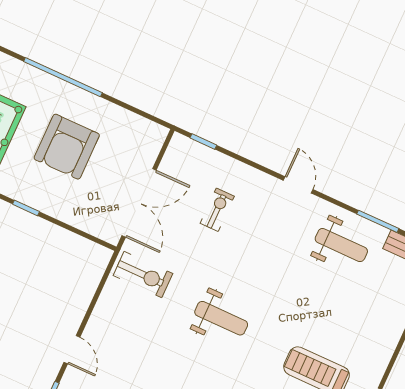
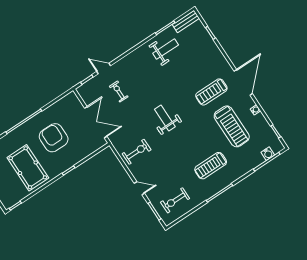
armchair: (67, 147) -> (54, 138), turned 180
door: (298, 185) -> (104, 68), moved
exercise bike: (143, 274) -> (137, 152), moved
weight bench: (221, 318) -> (165, 118), turned -90

